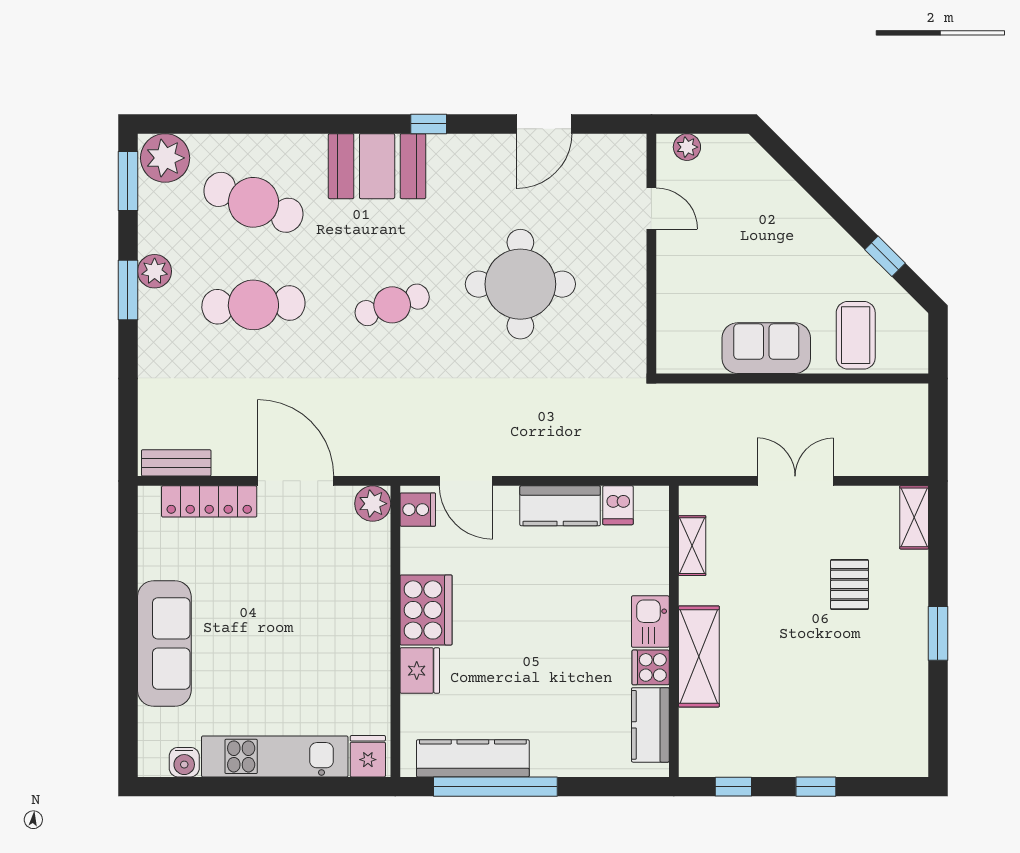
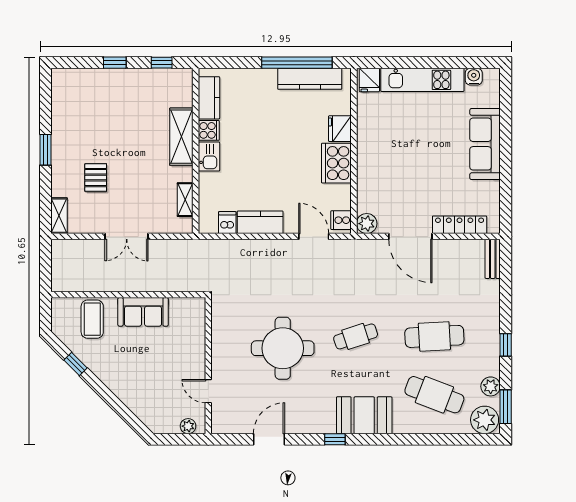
plant: (155, 271) -> (491, 386), moved
window: (128, 290) -> (506, 345), width x0.67
bench: (176, 463) -> (493, 259), moved, turned 90

